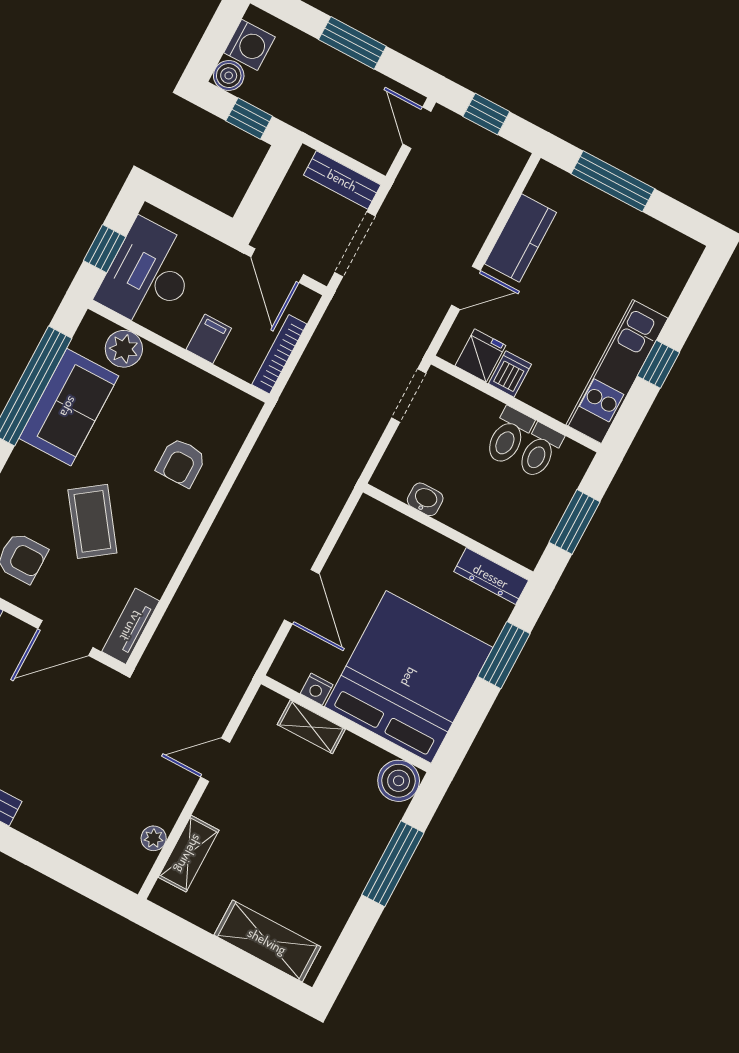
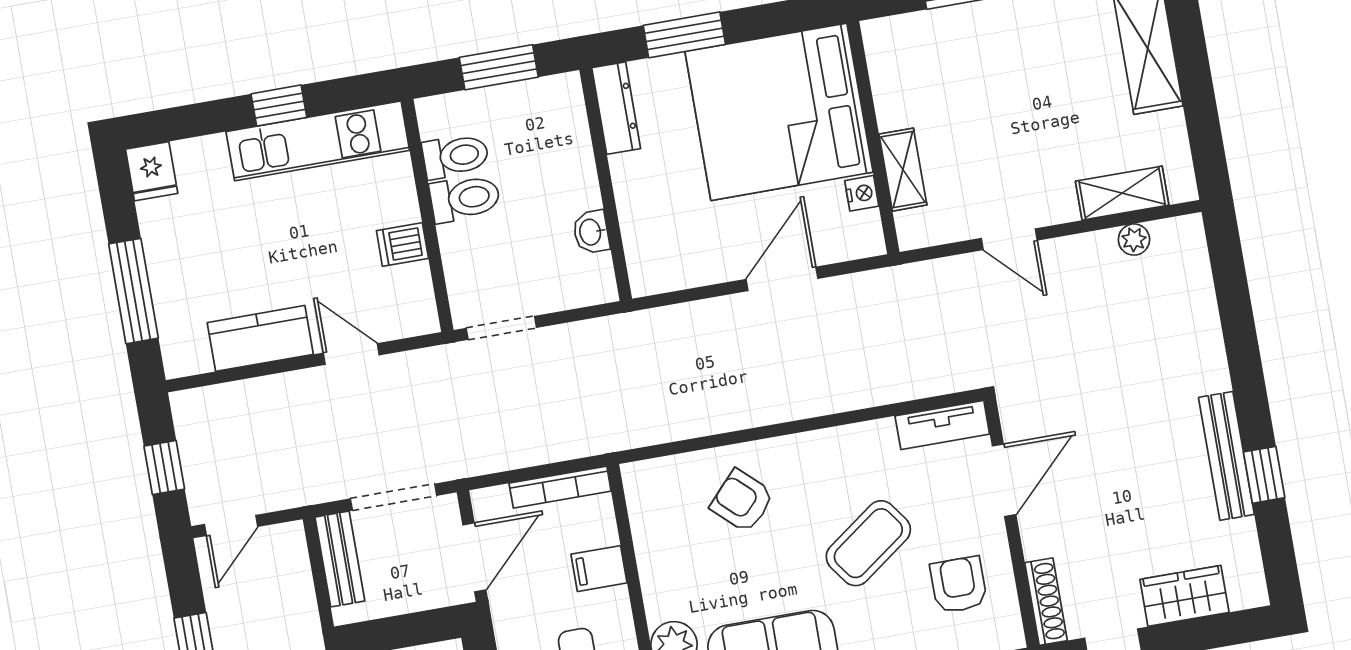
fridge: (480, 356) -> (152, 171), moved, turned -90
armchair: (181, 462) -> (742, 501), turned -137
door: (65, 638) -> (1004, 480), hinge flipped
boiler: (399, 781) -> (889, 42), removed

